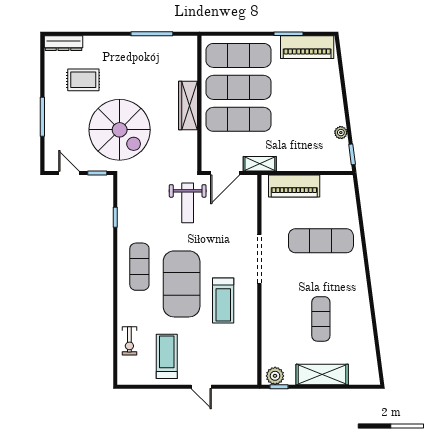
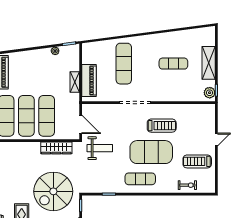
wardrobe: (188, 106) -> (56, 148), moved
spiral stairs: (120, 130) -> (53, 191), turned 180
shelving: (260, 164) -> (75, 82), moved

